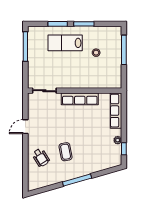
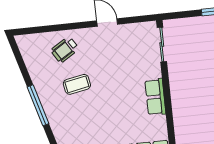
row of seats: (80, 99) -> (155, 97), width x0.68

